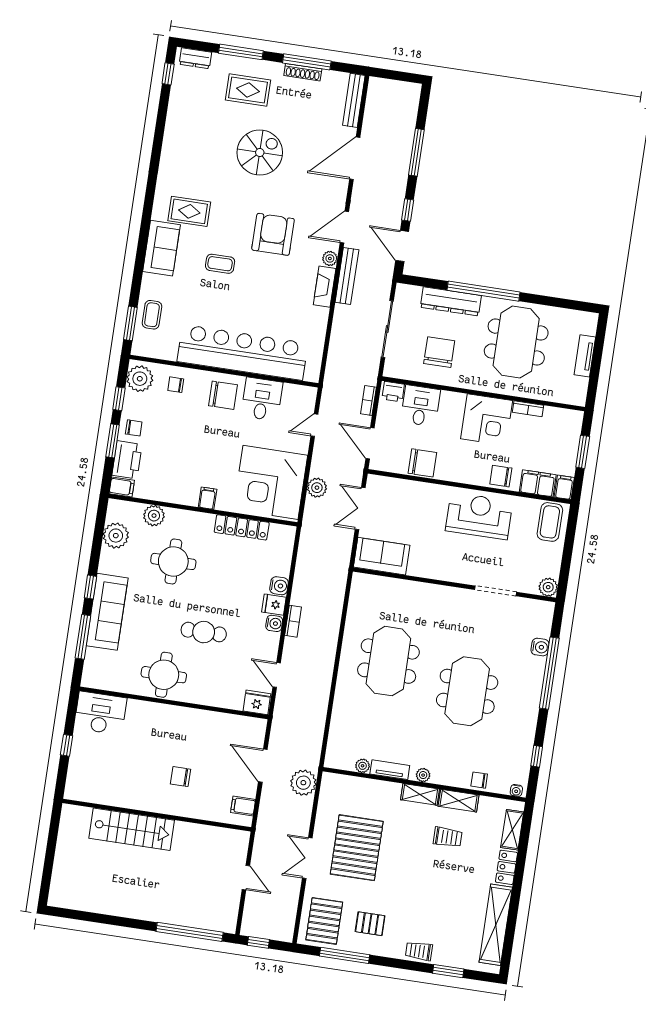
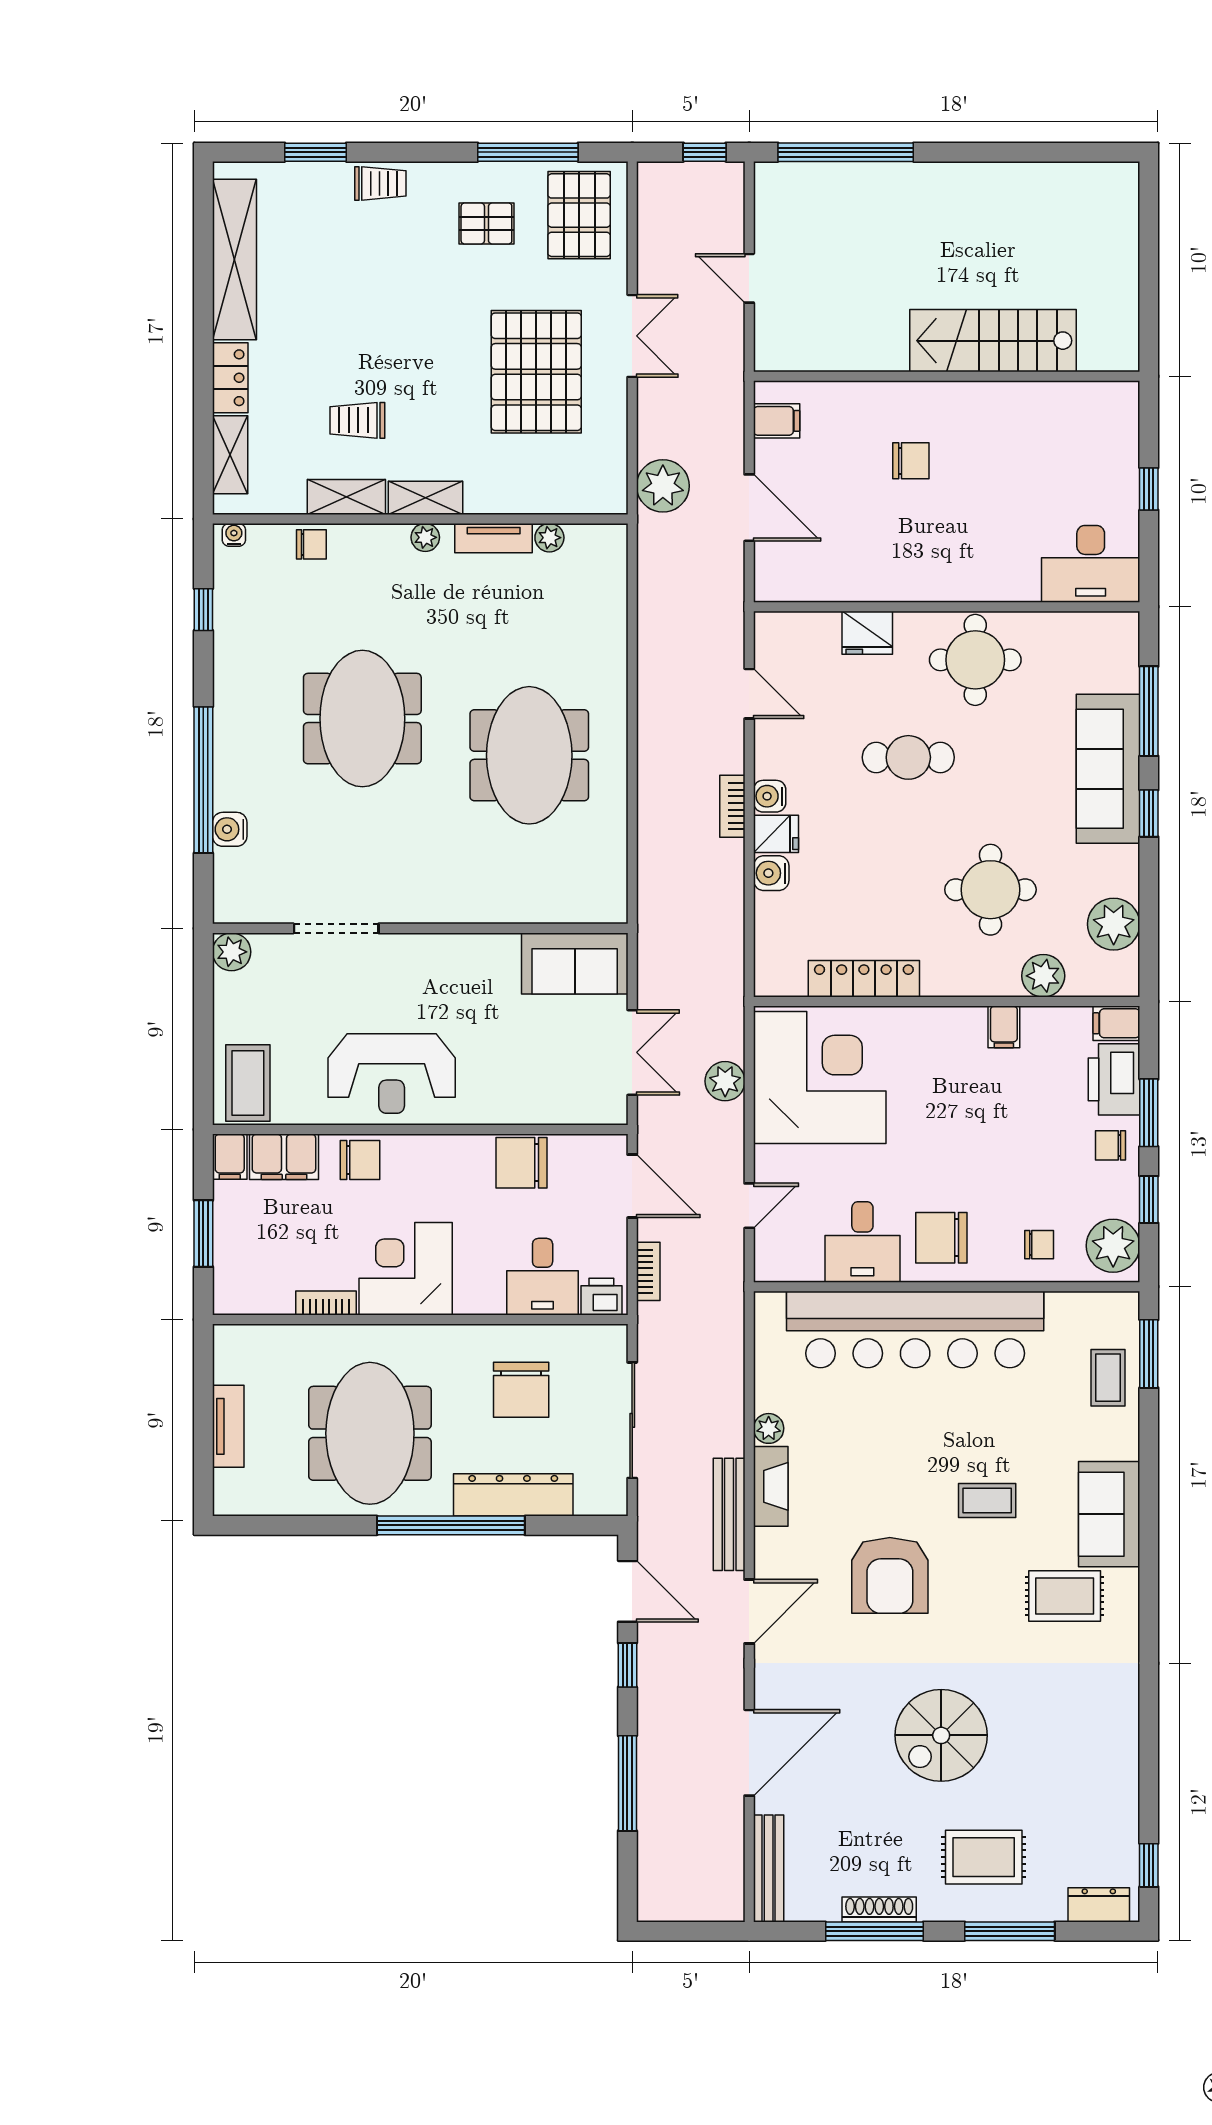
plant: (330, 258) -> (769, 1428), moved
filing cabinet: (208, 498) -> (1004, 1027), moved
fridge: (257, 702) -> (867, 633), moved

